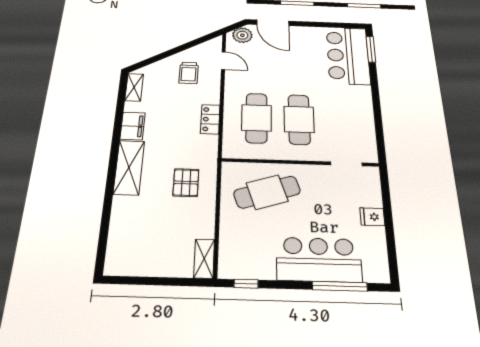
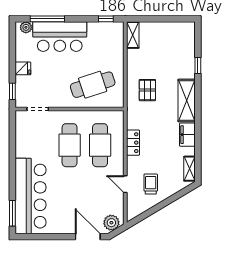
bar counter: (348, 55) -> (31, 196), width x1.36
door: (223, 61) -> (125, 184), moved
window: (385, 187) -> (12, 91), added
window: (106, 213) -> (198, 66), added
plant: (373, 275) -> (26, 27), added

